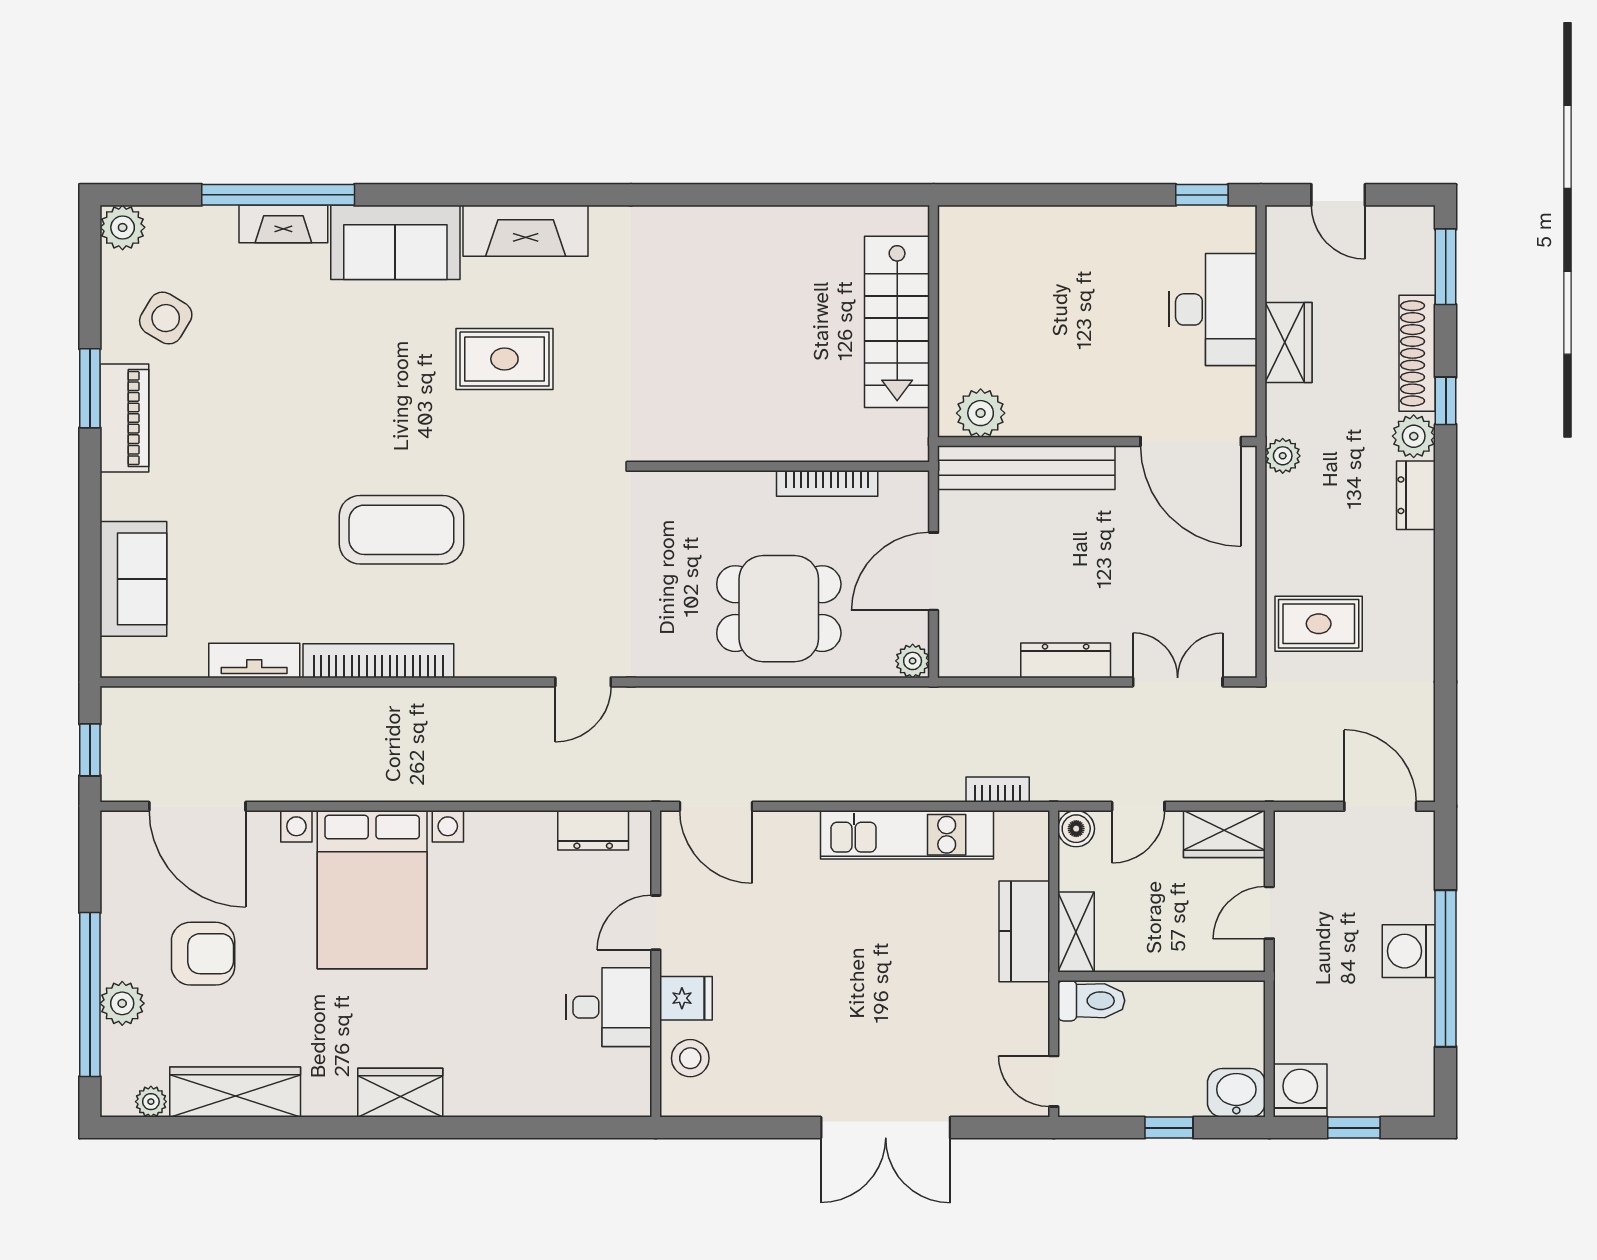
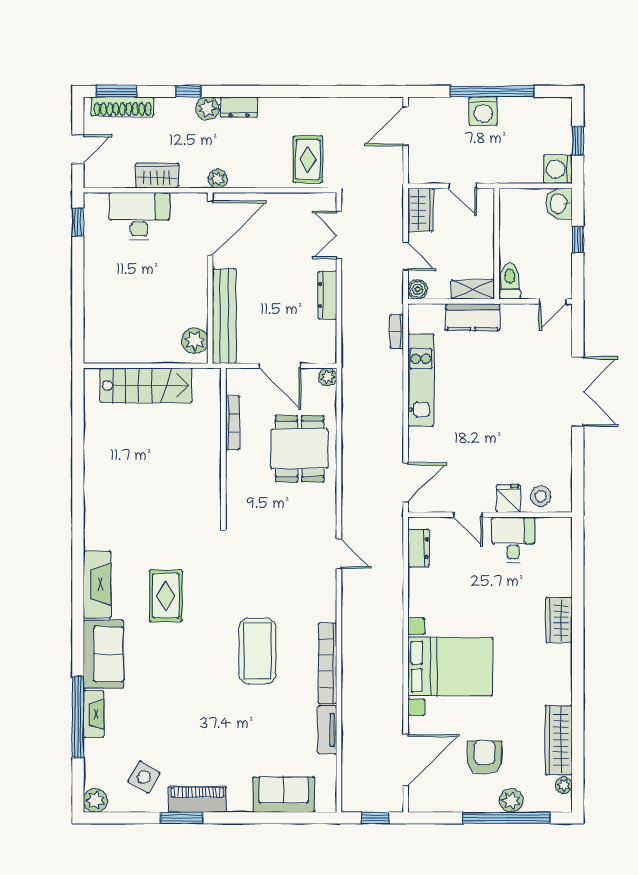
shoe rack: (1417, 353) -> (123, 107), moved
wardrobe: (400, 1093) -> (559, 620), moved

